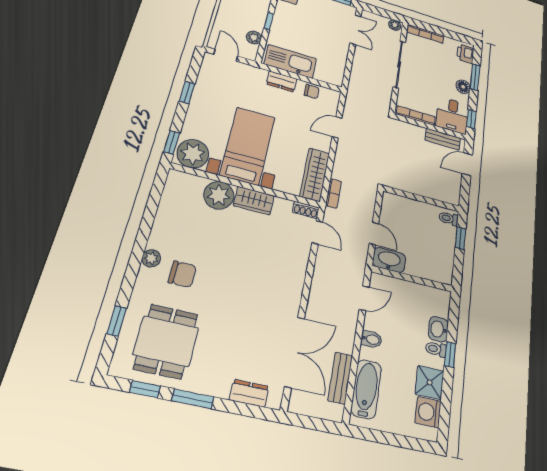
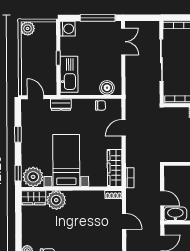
plant: (395, 25) -> (153, 26), removed
plant: (254, 38) -> (51, 76), removed
kitchen sink: (290, 61) -> (69, 74), moved, turned 90
boiler: (325, 74) -> (107, 88), added
dresser: (282, 81) -> (61, 105), moved
wardrobe: (254, 201) -> (34, 198), moved
door: (317, 232) -> (124, 221), moved

